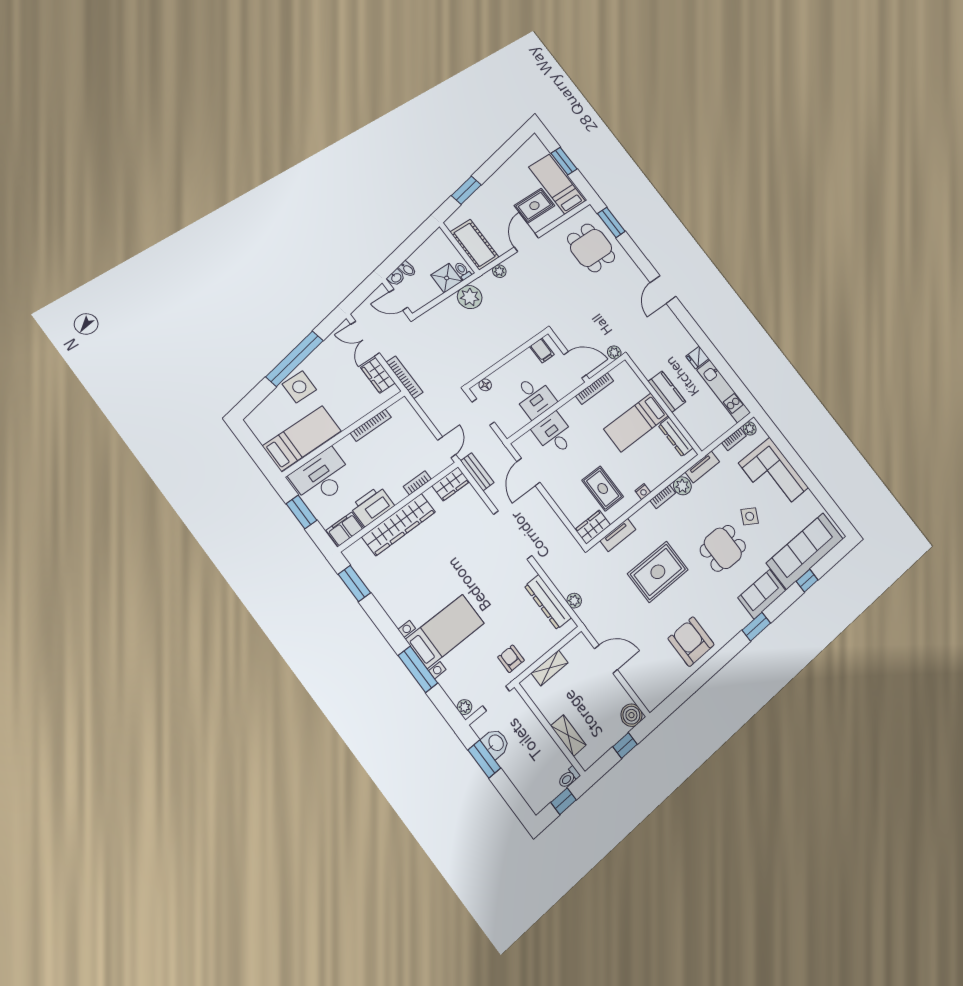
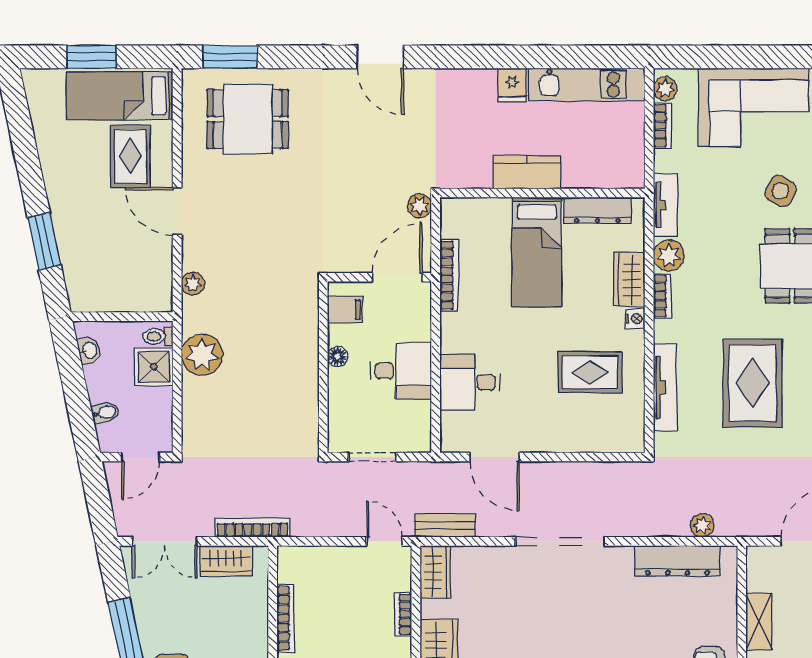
cot: (475, 245) -> (132, 290), removed
washbasin: (396, 278) -> (89, 350), moved
floor lamp: (485, 385) -> (338, 357), moved
wardrobe: (593, 527) -> (629, 280), moved
tv unit: (618, 535) -> (665, 387), width x1.41

